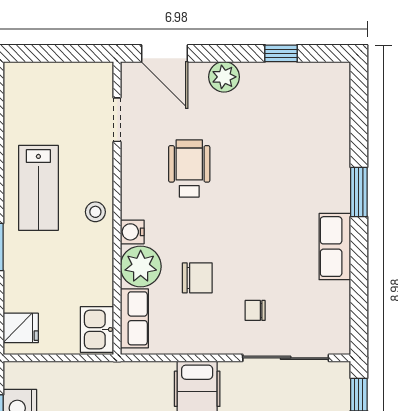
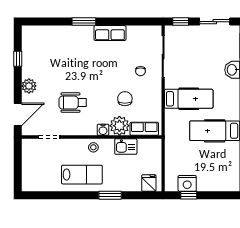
kitchen sink: (97, 329) -> (126, 147), moved

